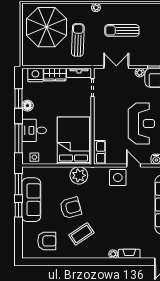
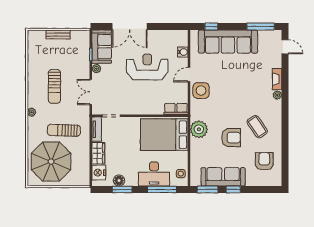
floor lamp: (27, 106) -> (119, 180), moved
desk: (34, 130) -> (154, 174), width x1.37
armchair: (71, 208) -> (231, 138), turned 105

